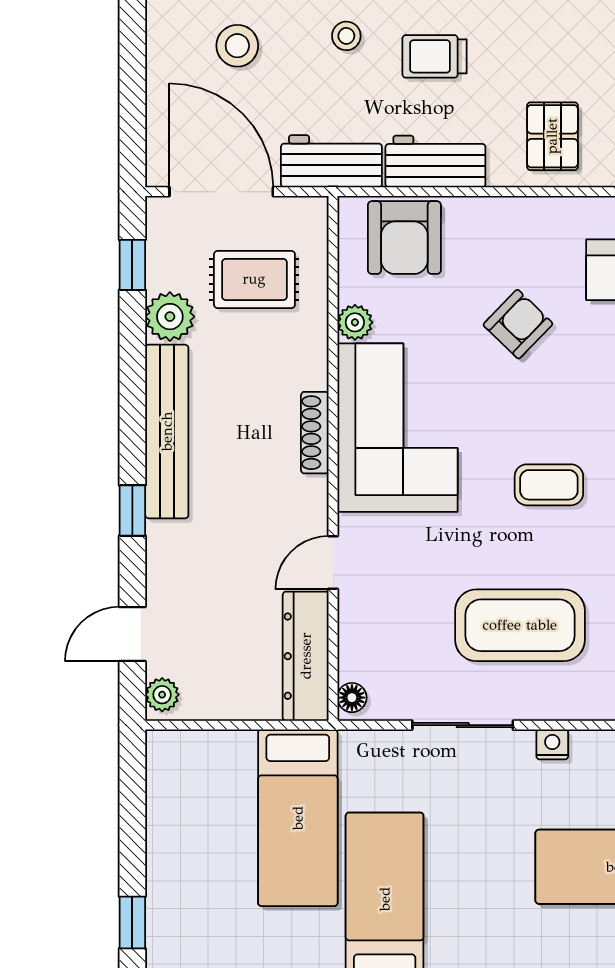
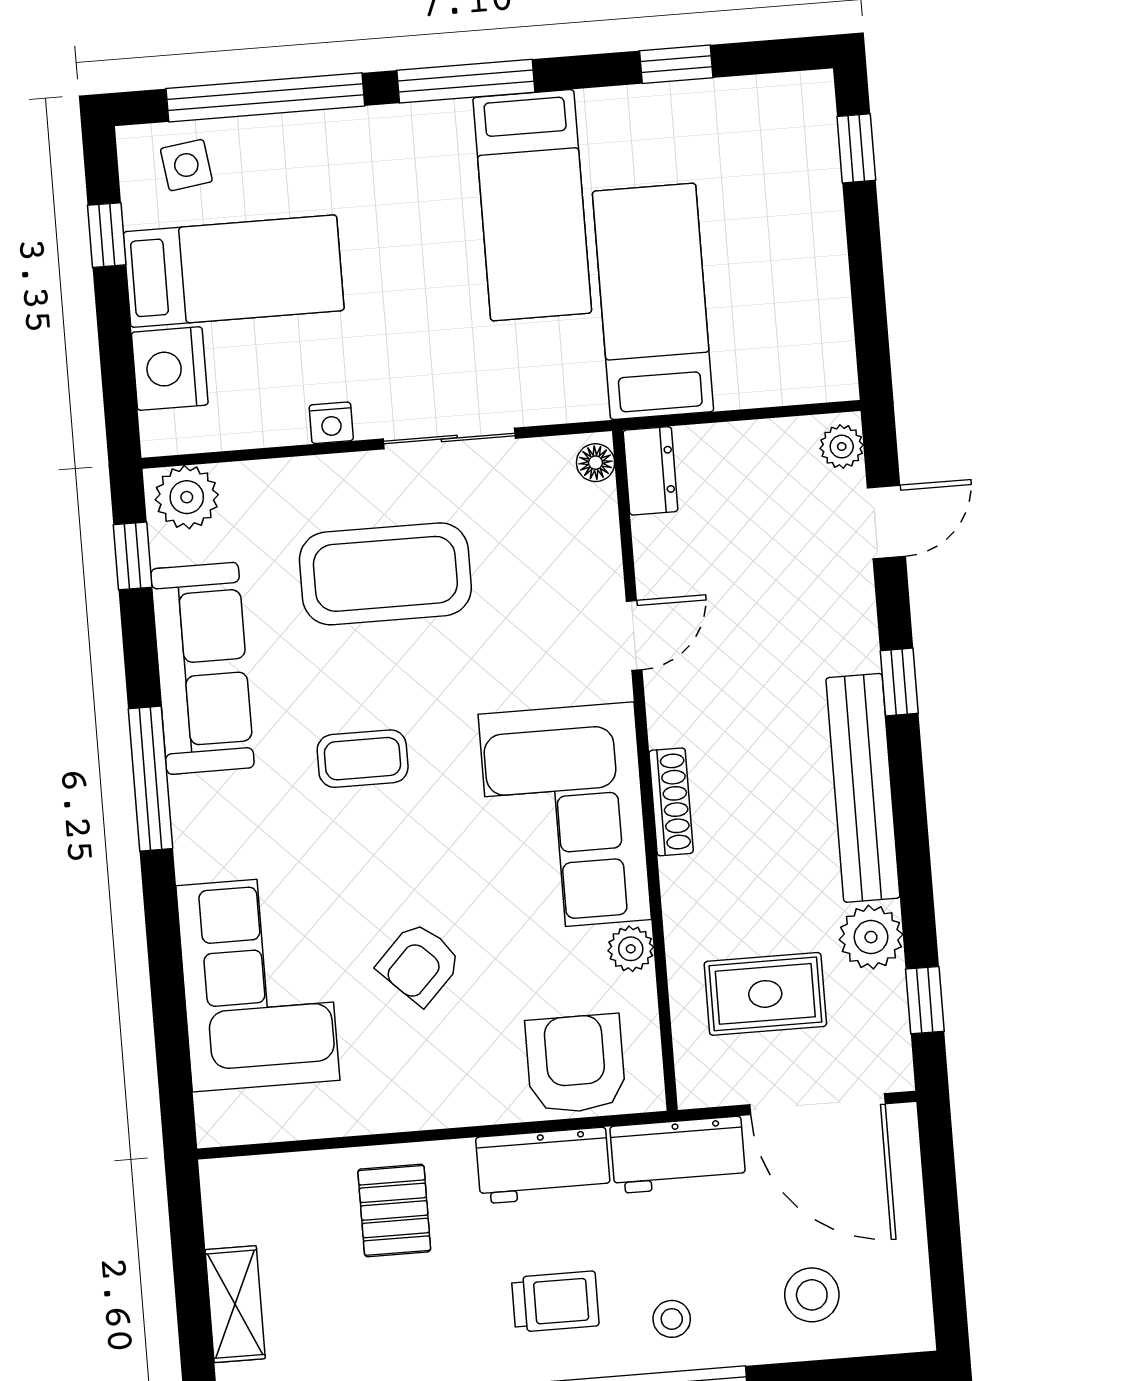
dresser: (306, 656) -> (651, 471), width x0.51, depth x0.80

